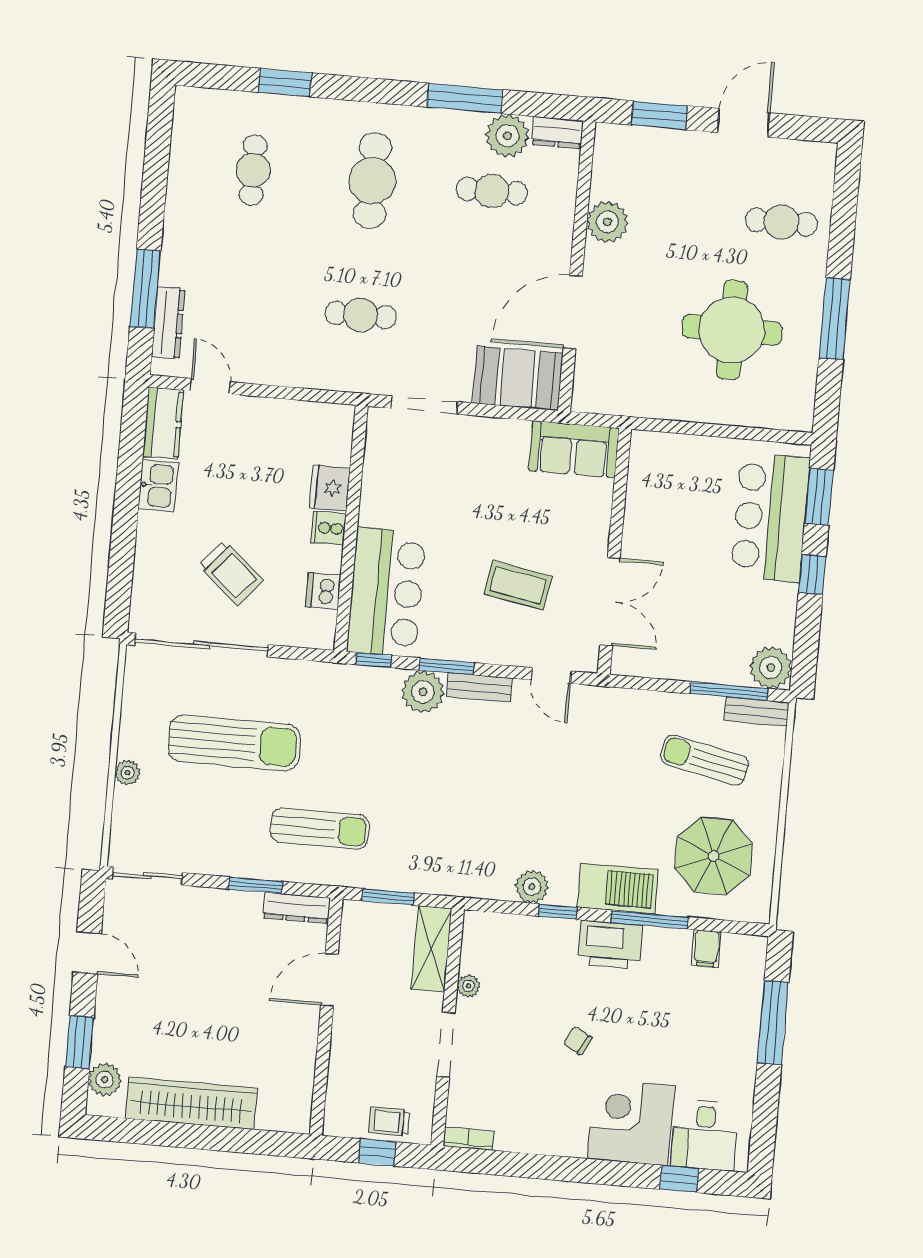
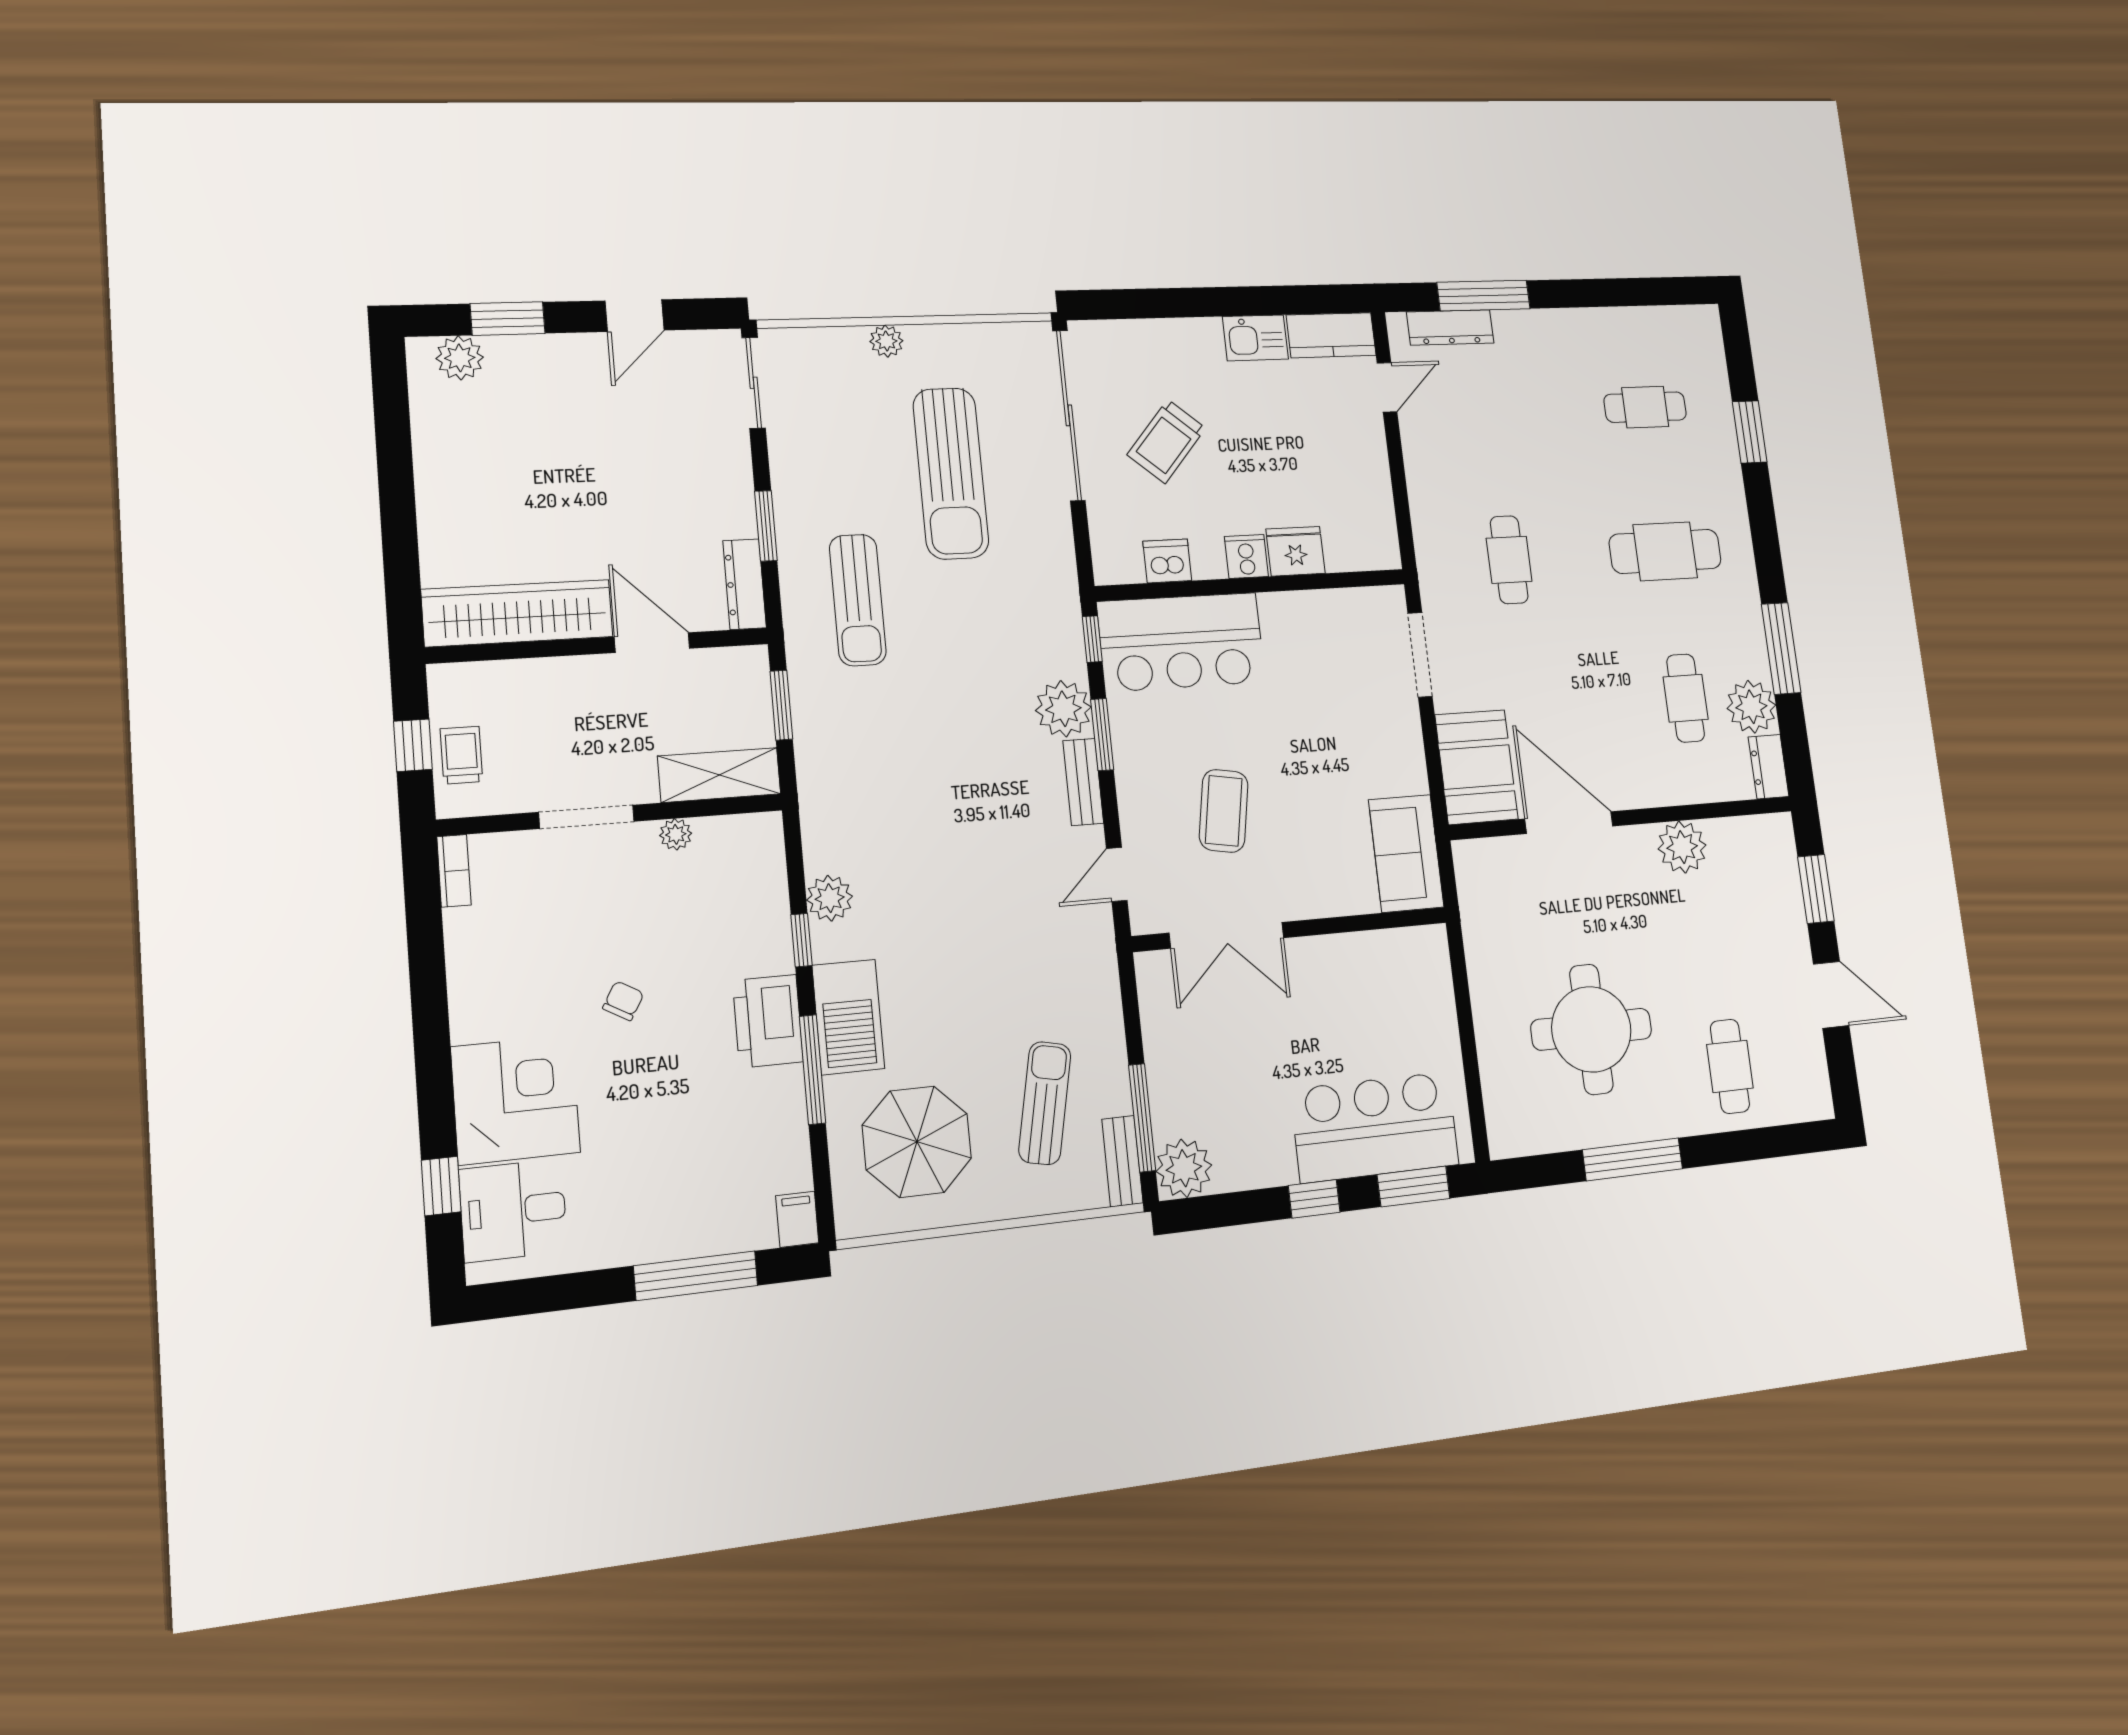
filing cabinet: (706, 949) -> (797, 1219), moved, turned 90
wardrobe: (191, 1103) -> (517, 613), moved, turned -90

